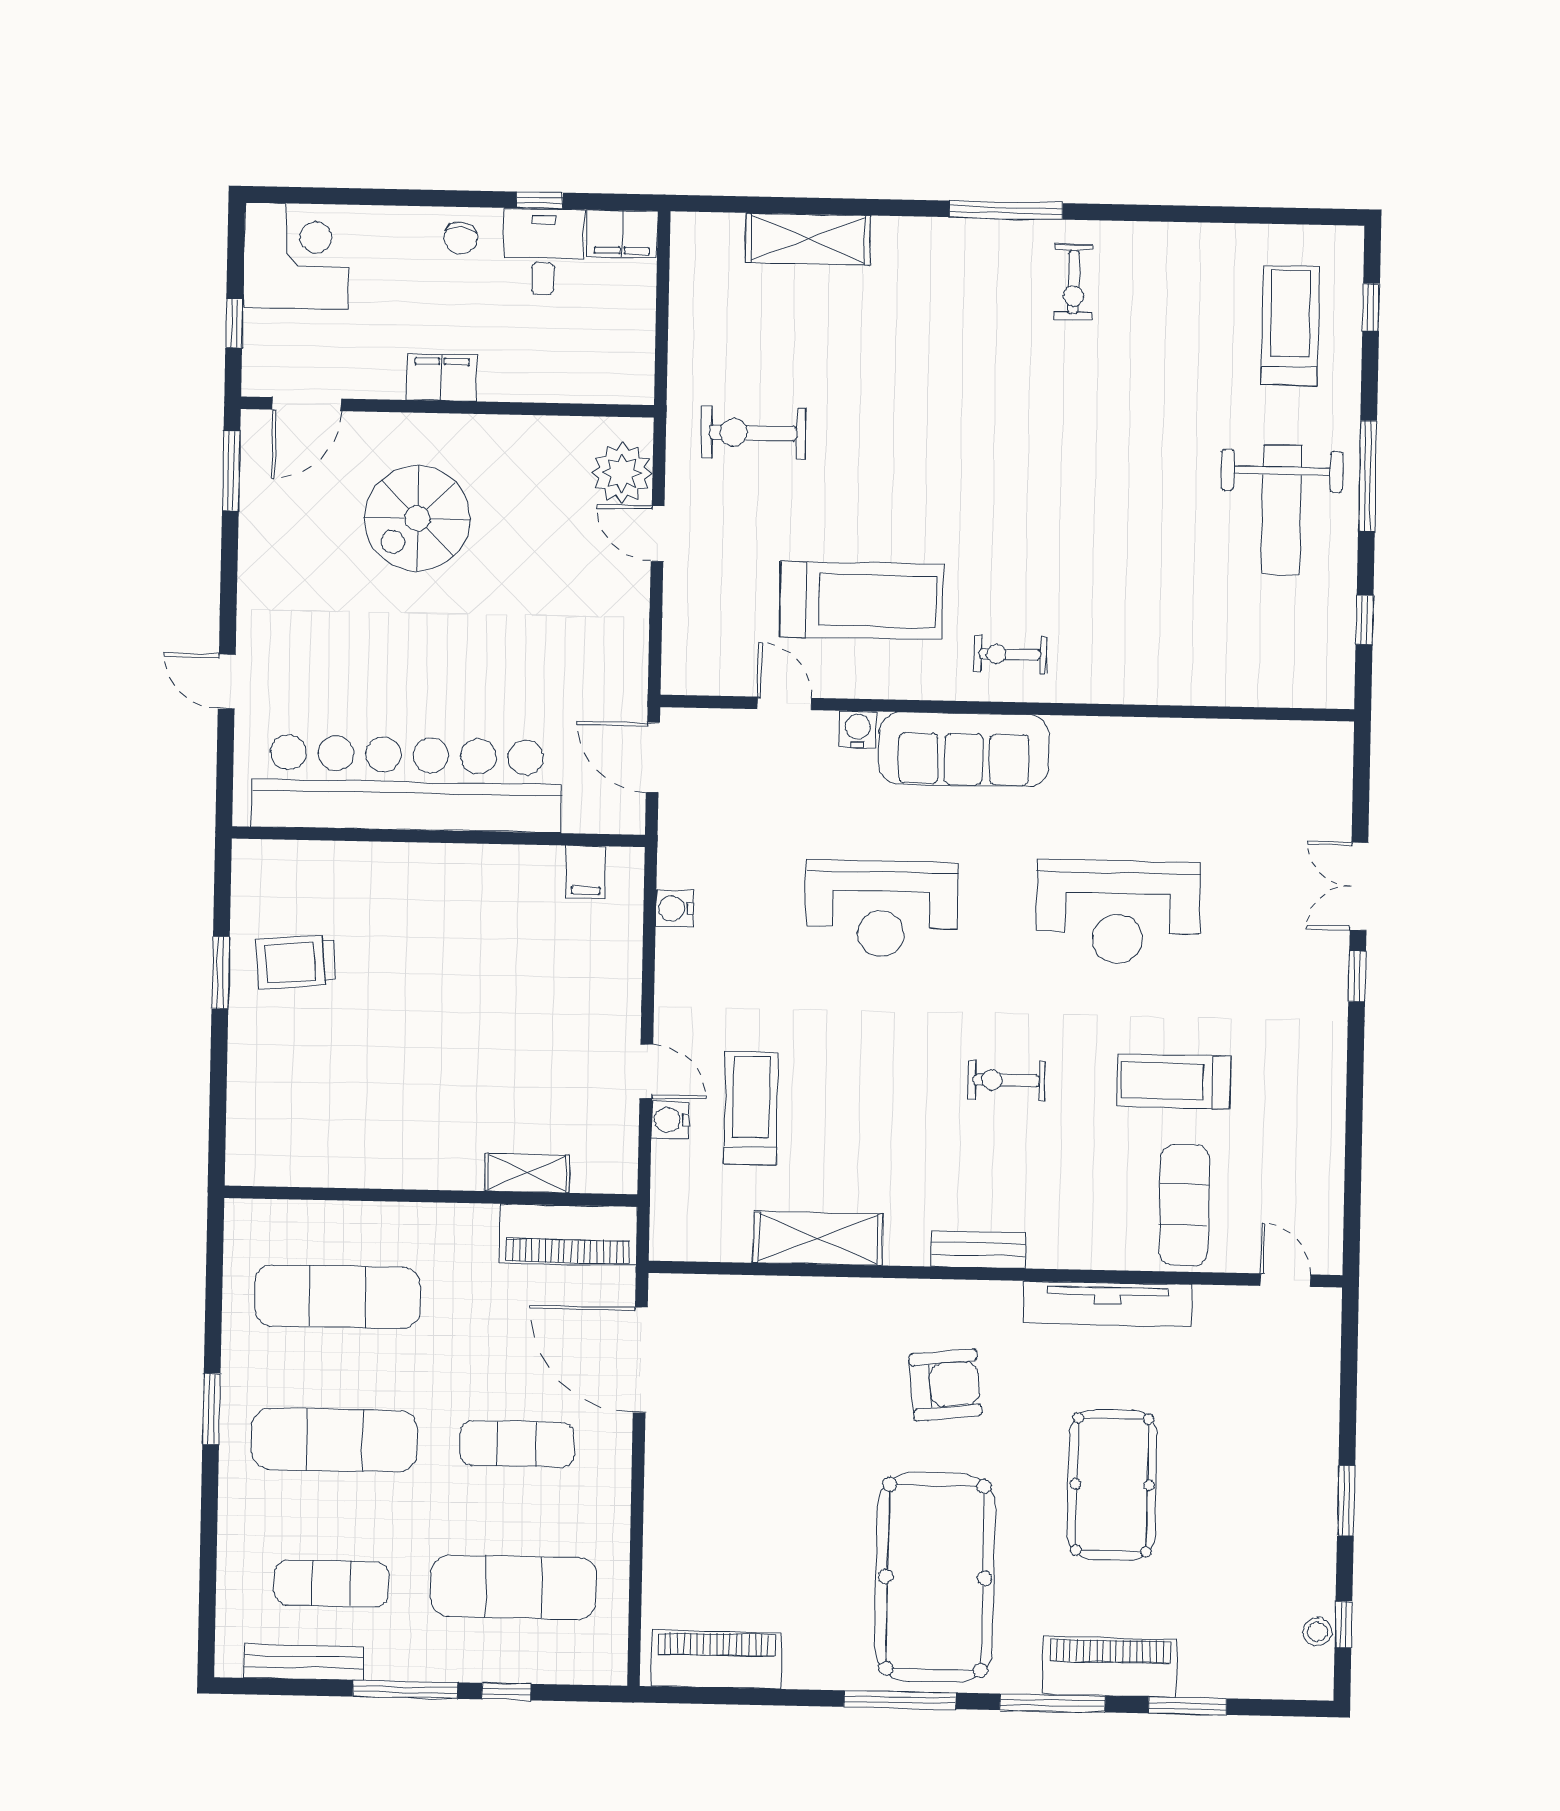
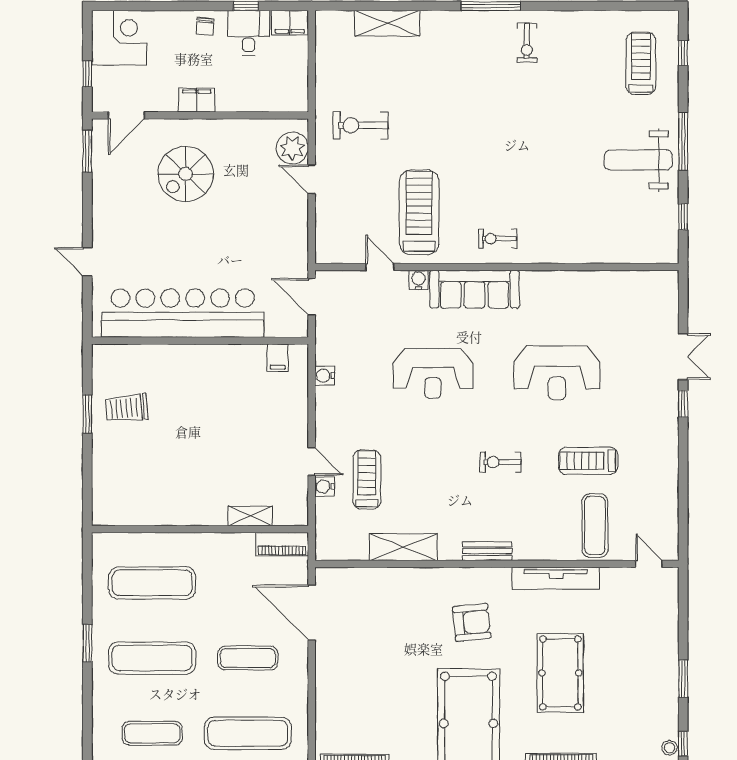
weight bench: (1281, 510) -> (638, 160), turned 90
treadmill: (861, 601) -> (419, 212), turned -90
double door: (1359, 886) -> (683, 357), swing flipped
piano: (568, 1235) -> (282, 544), width x0.73, depth x0.75

